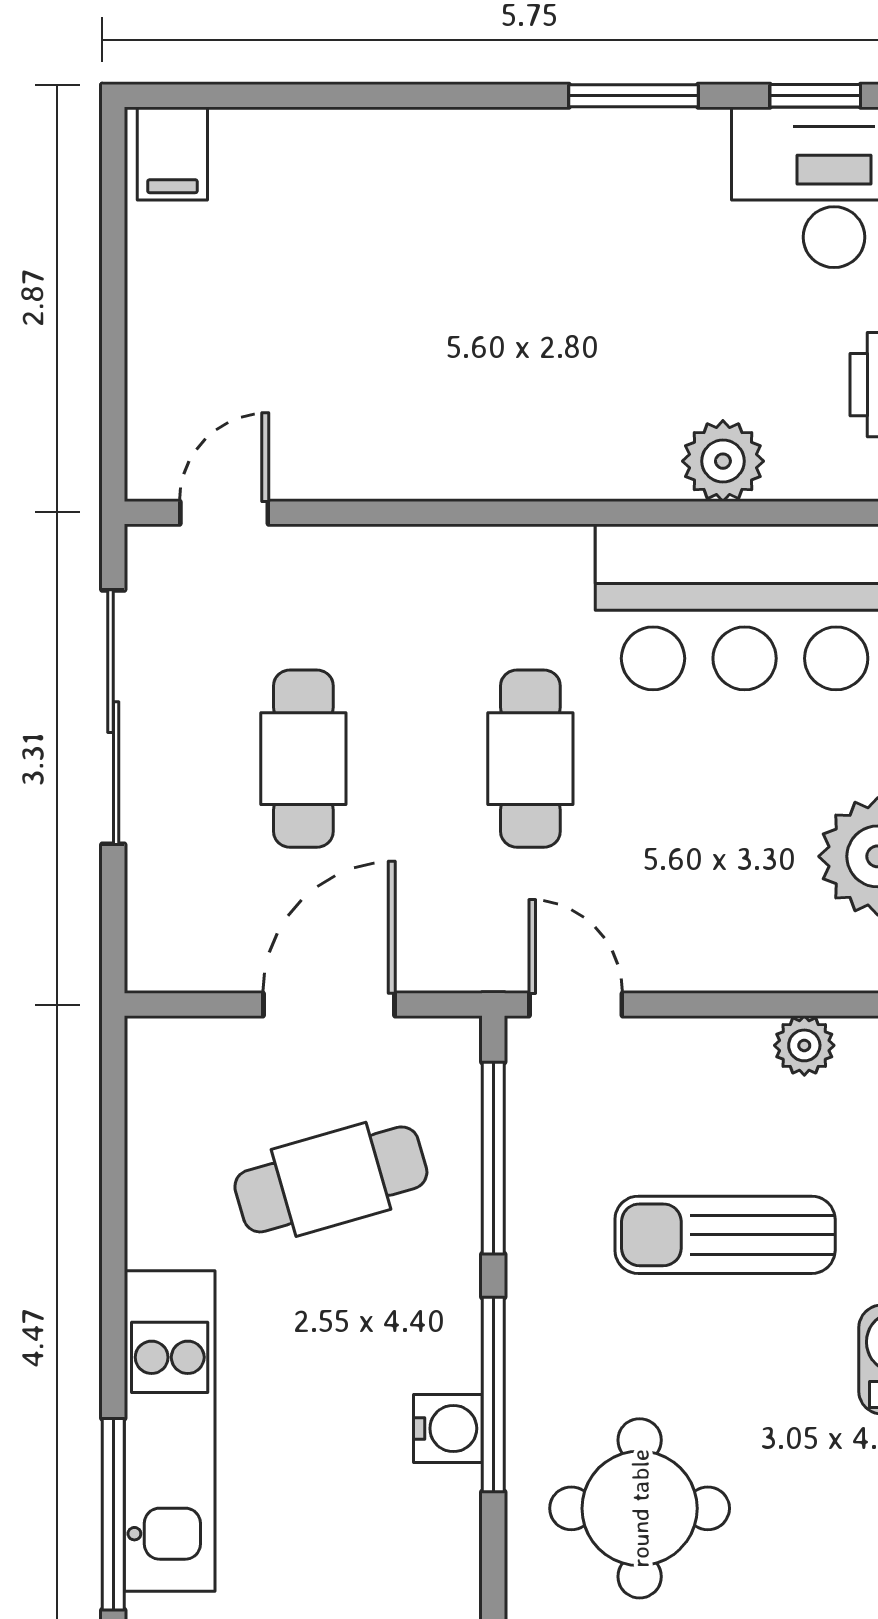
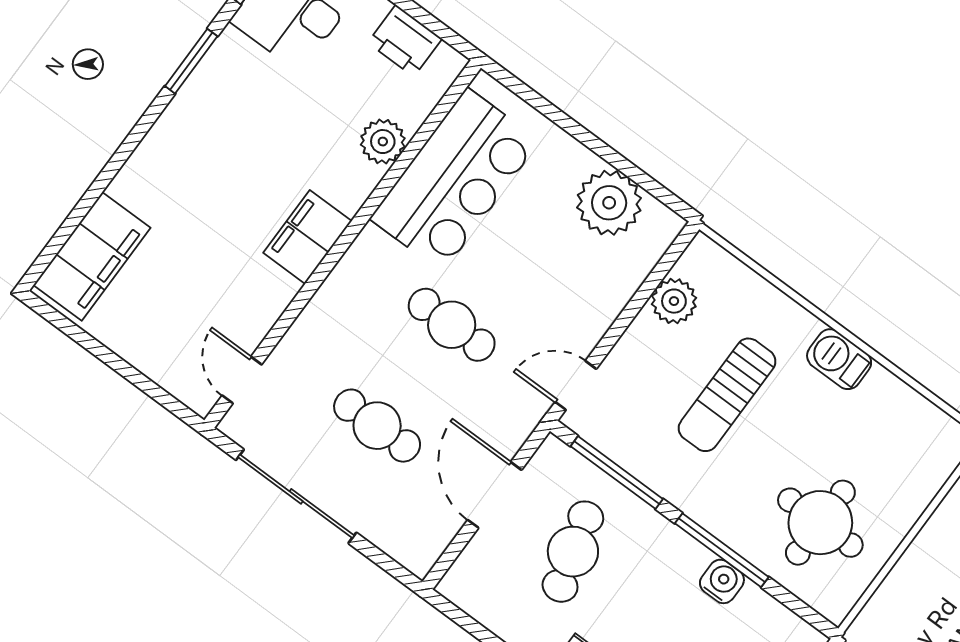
filing cabinet: (172, 154) -> (92, 256), width x3.00, depth x1.17
filing cabinet: (503, 454) -> (308, 237), added
plant: (804, 1045) -> (674, 301), width x1.38, depth x1.38

